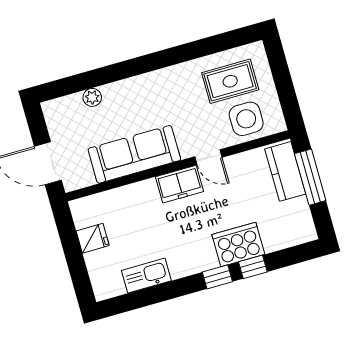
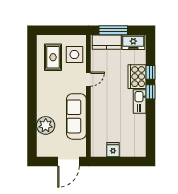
plant: (92, 97) -> (46, 125), width x1.87, depth x1.87
freezer: (179, 184) -> (133, 42), moved, turned 90
kitchen sink: (146, 276) -> (140, 101), moved

